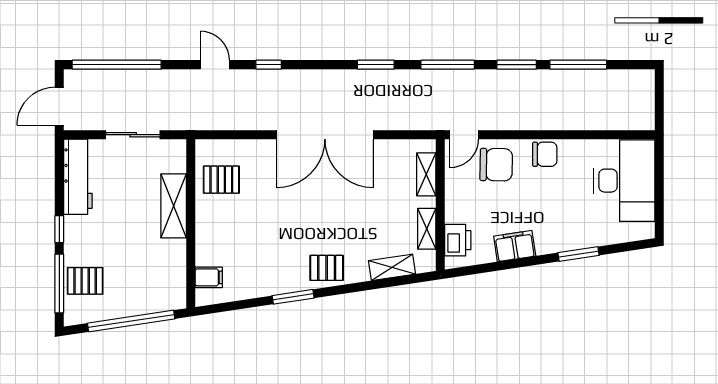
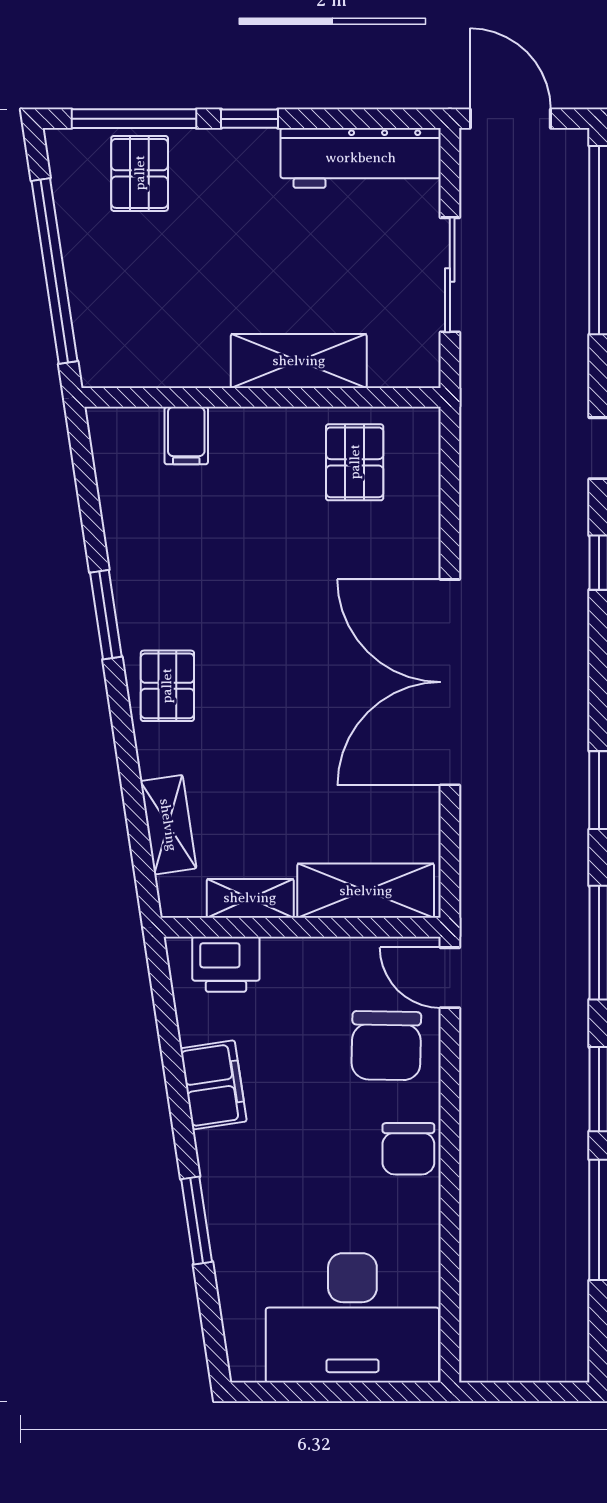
shelving: (426, 174) -> (366, 891), width x1.50, depth x1.33
filing cabinet: (209, 277) -> (186, 436), moved

